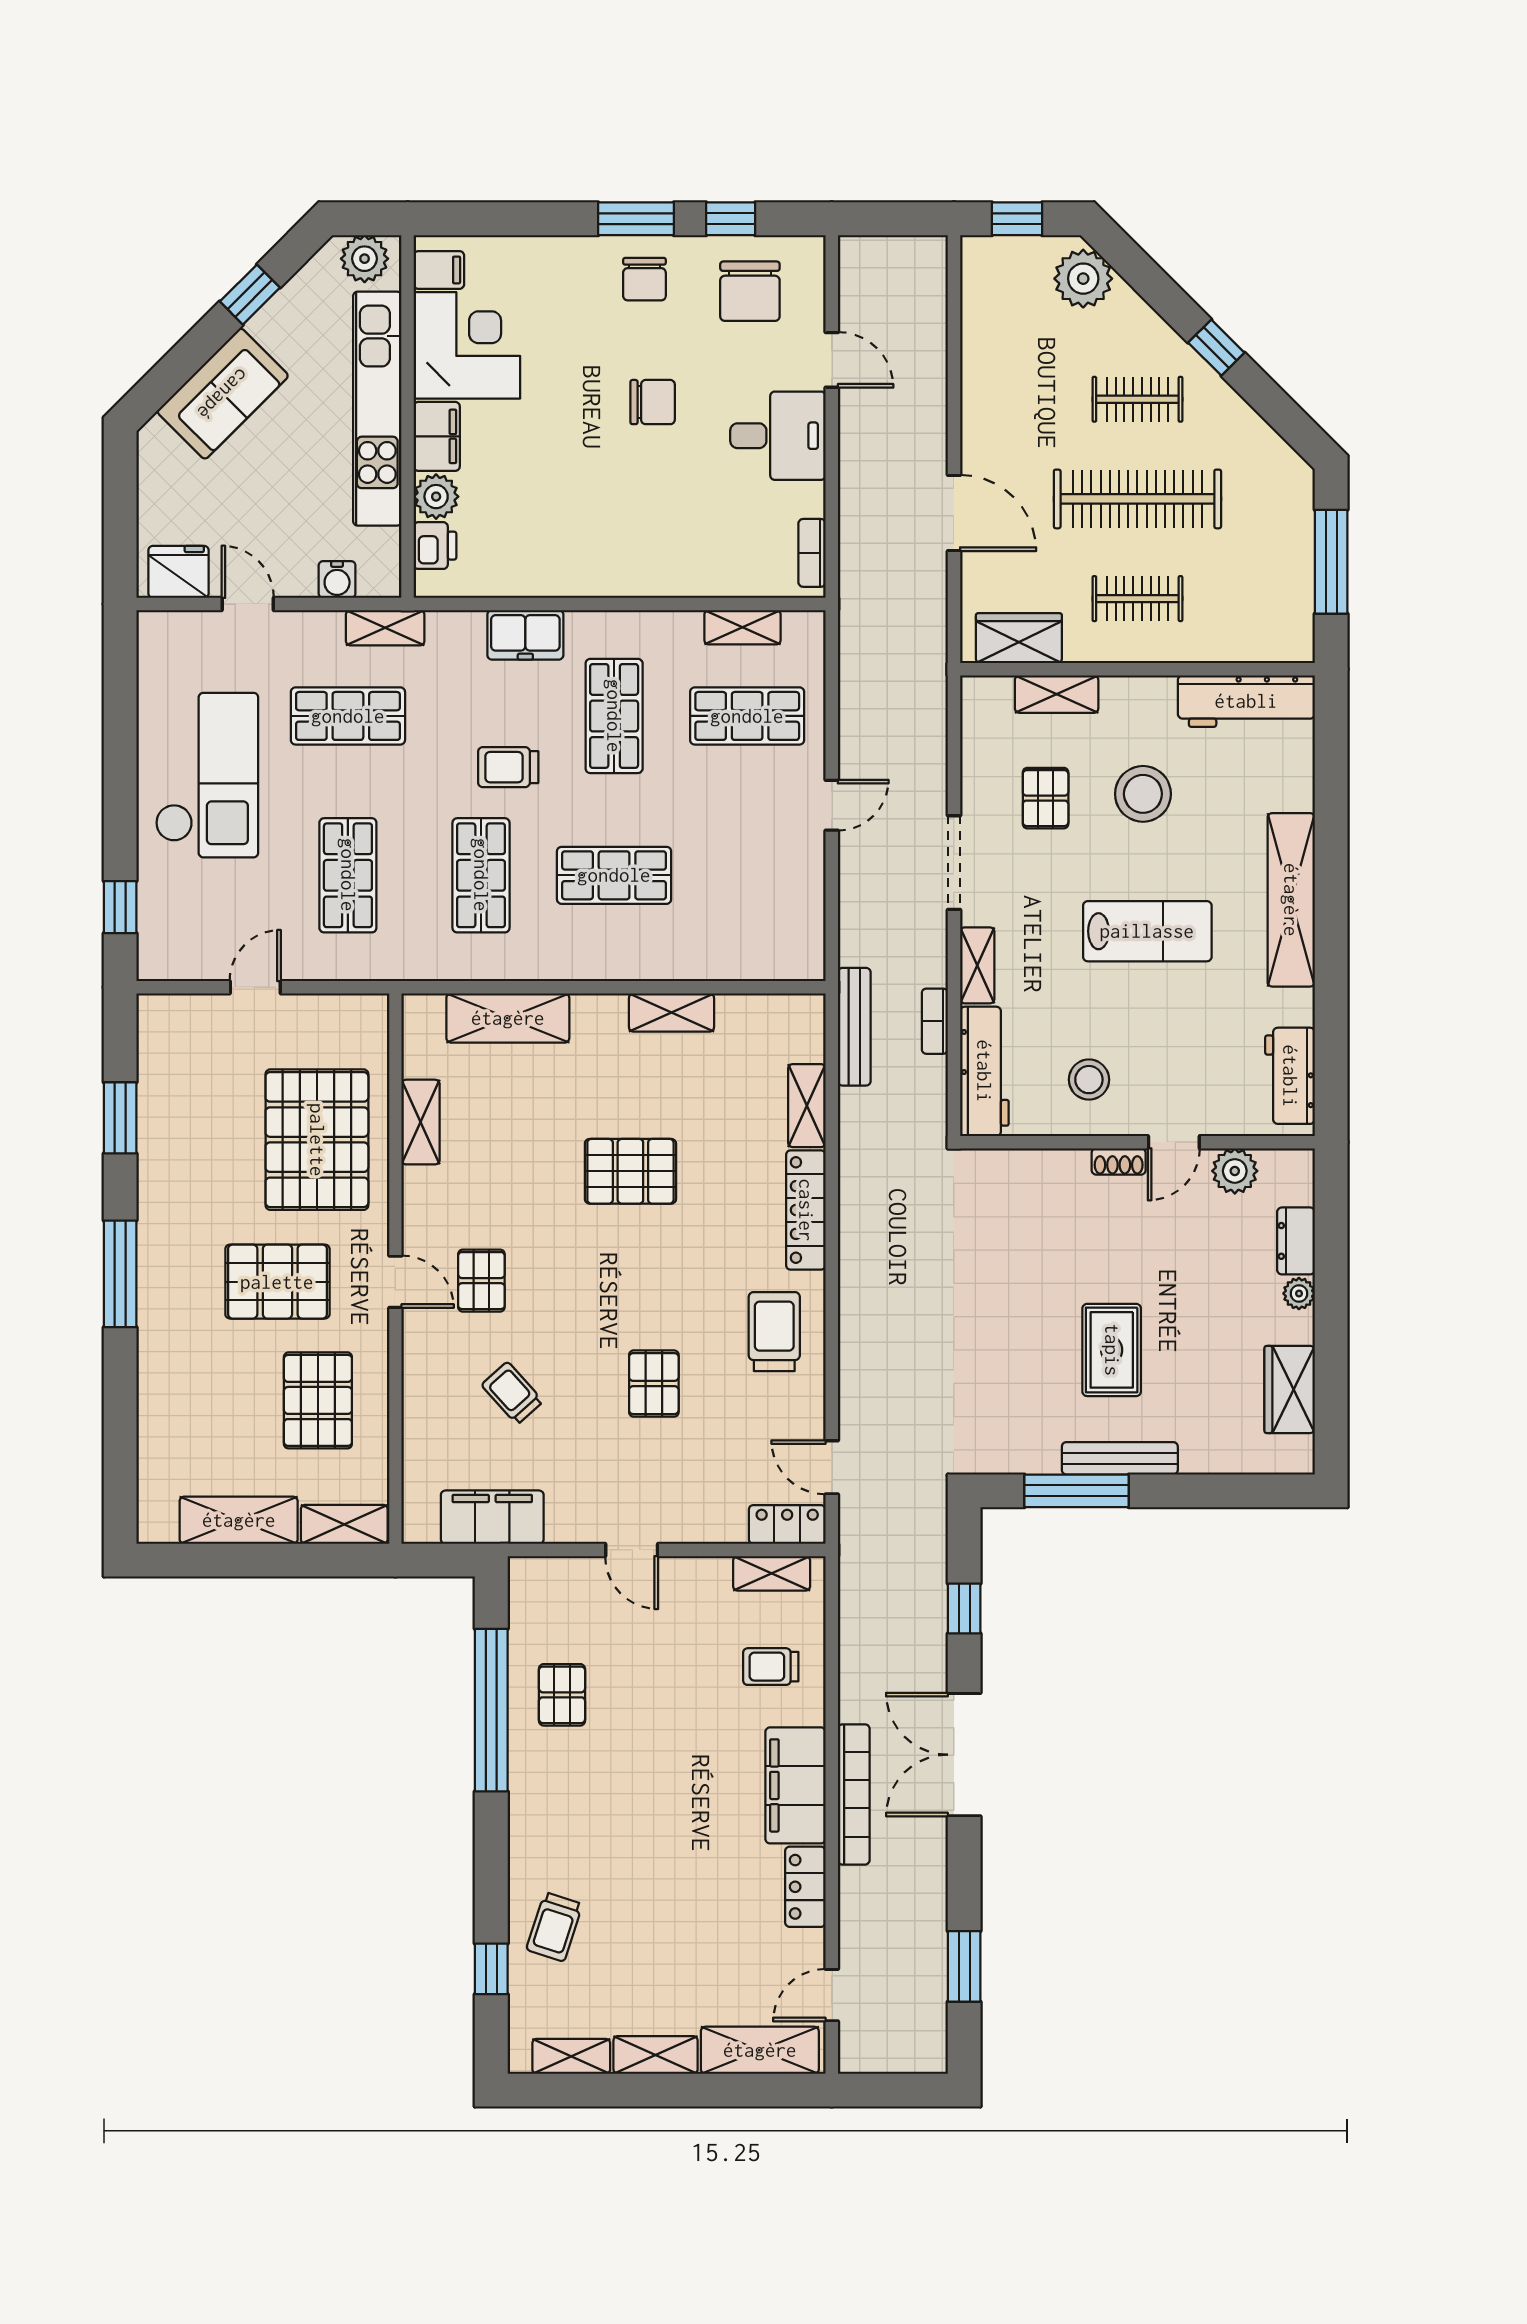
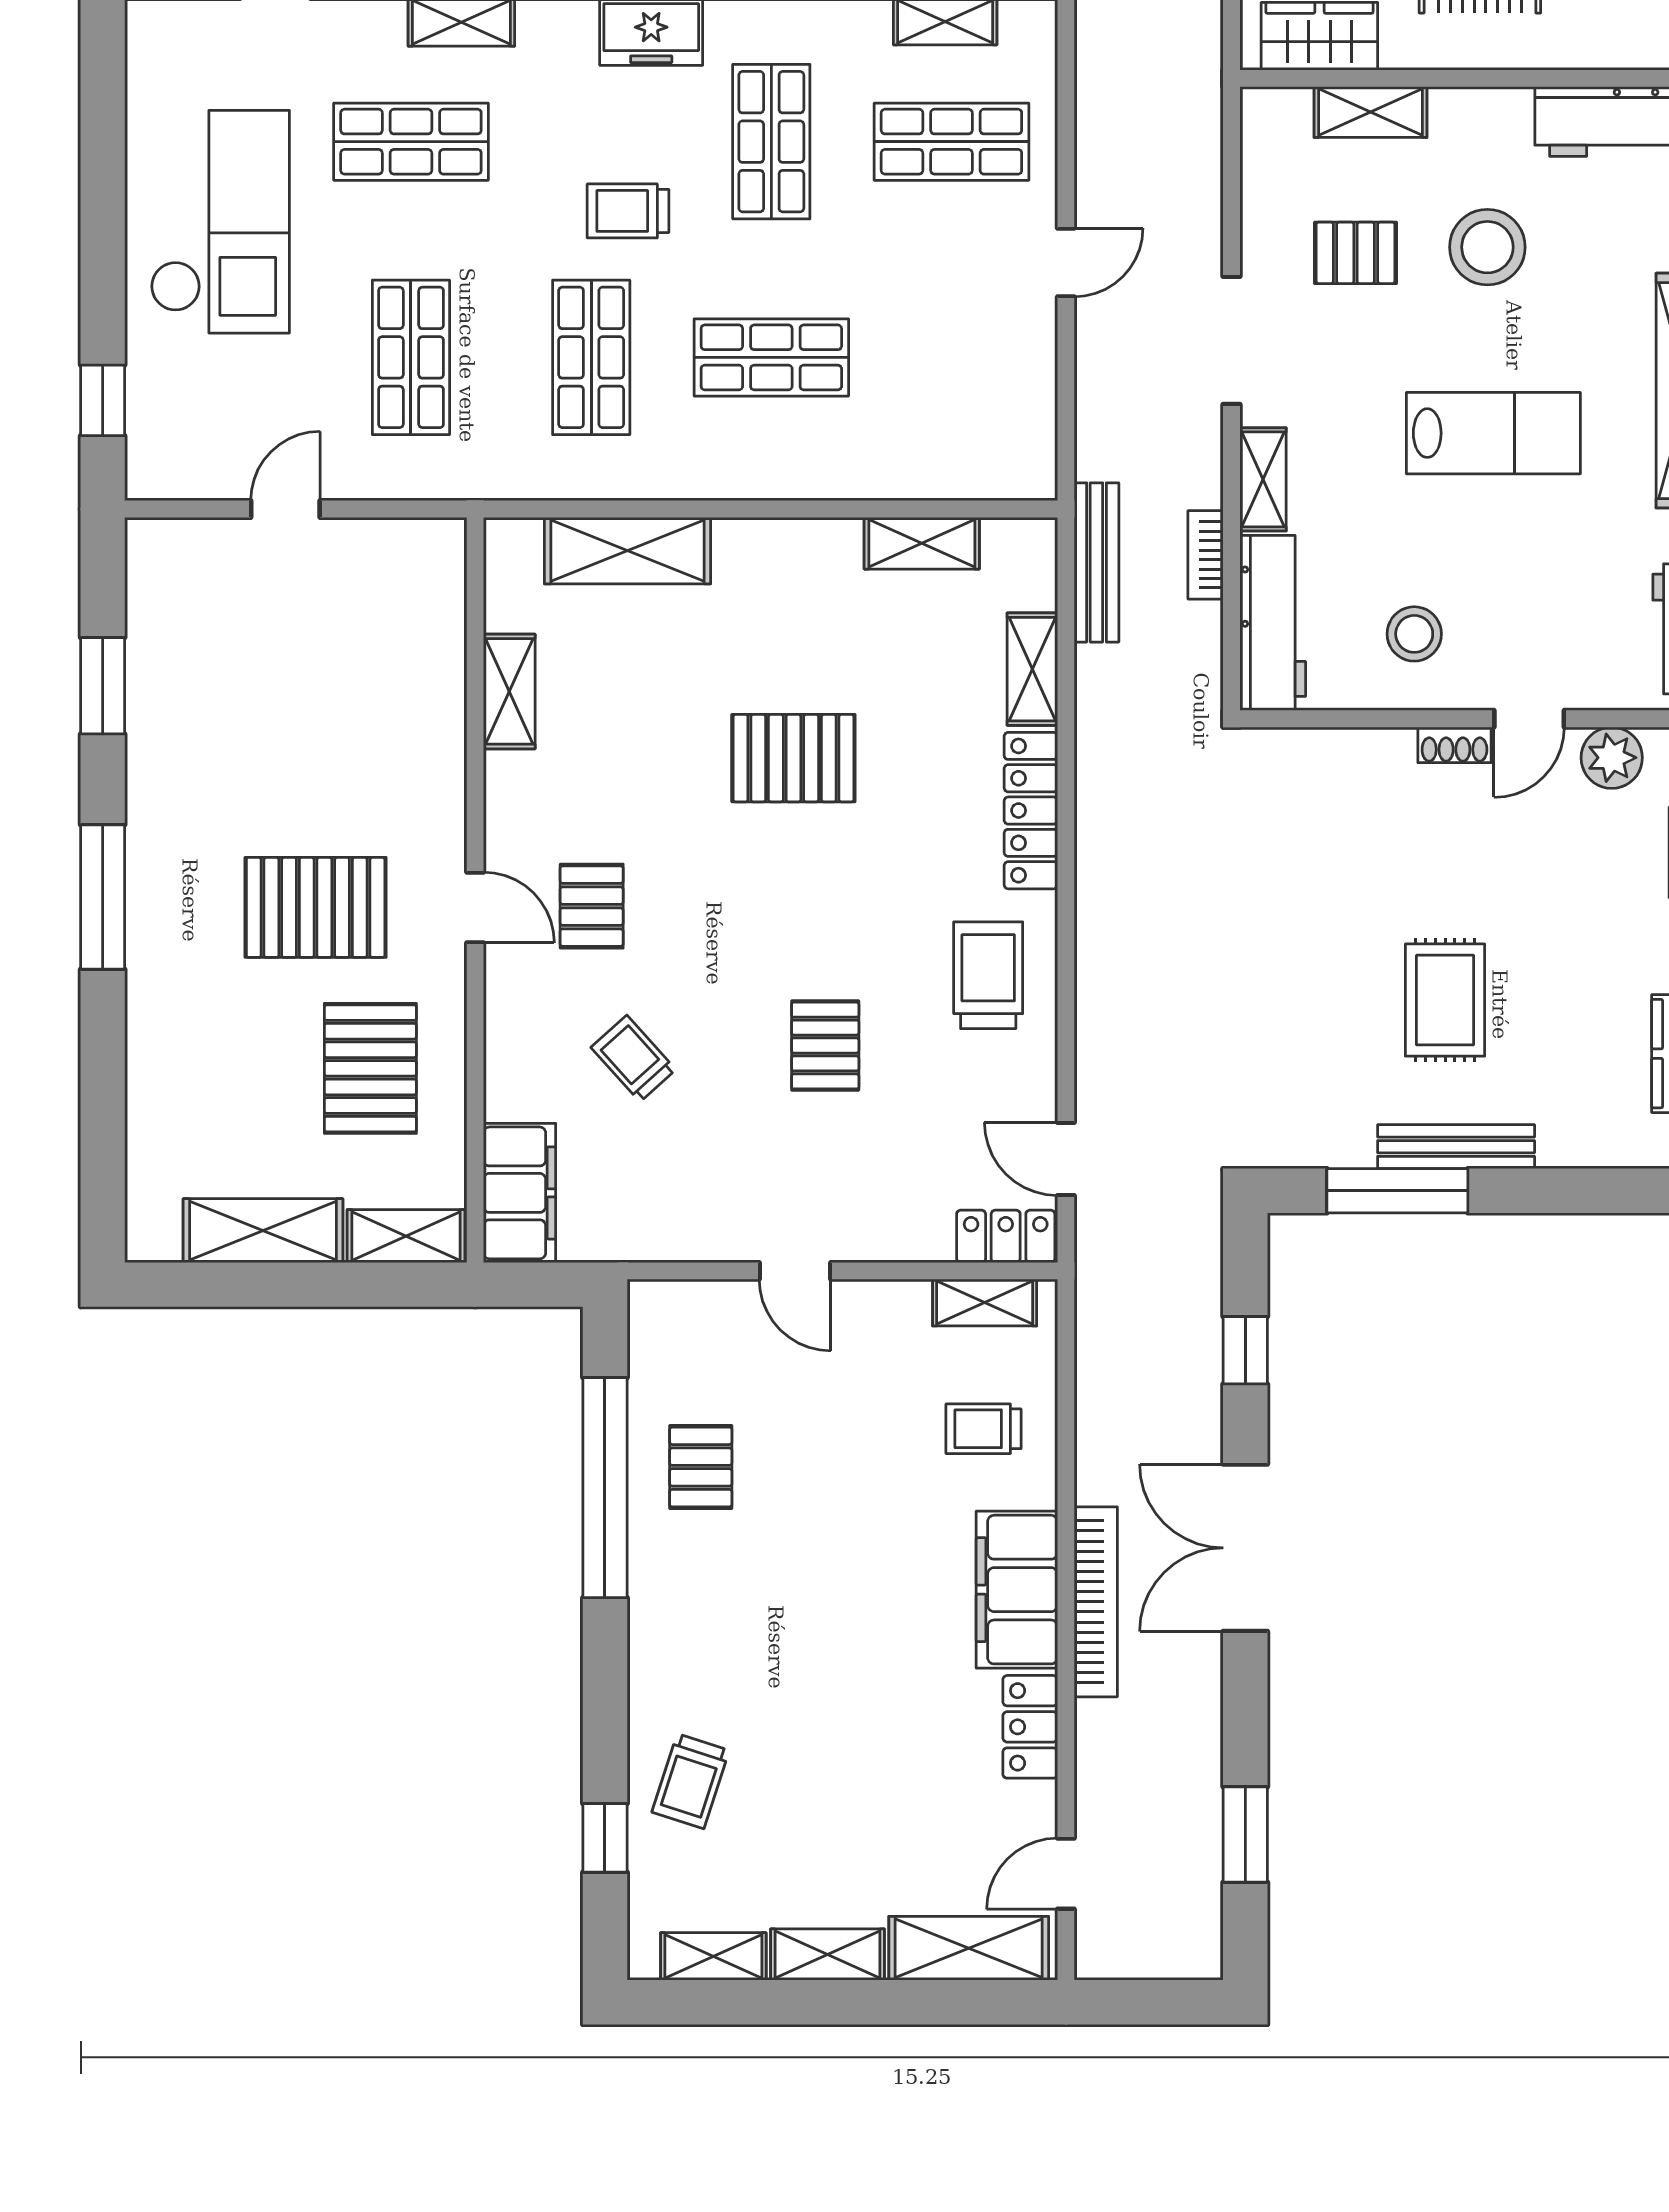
pallet: (1046, 798) -> (1355, 253), turned 90
shelving: (672, 1013) -> (922, 543), moved
pallet: (317, 1140) -> (369, 715), removed
filing cabinet: (492, 1517) -> (520, 1193), moved, turned 90

